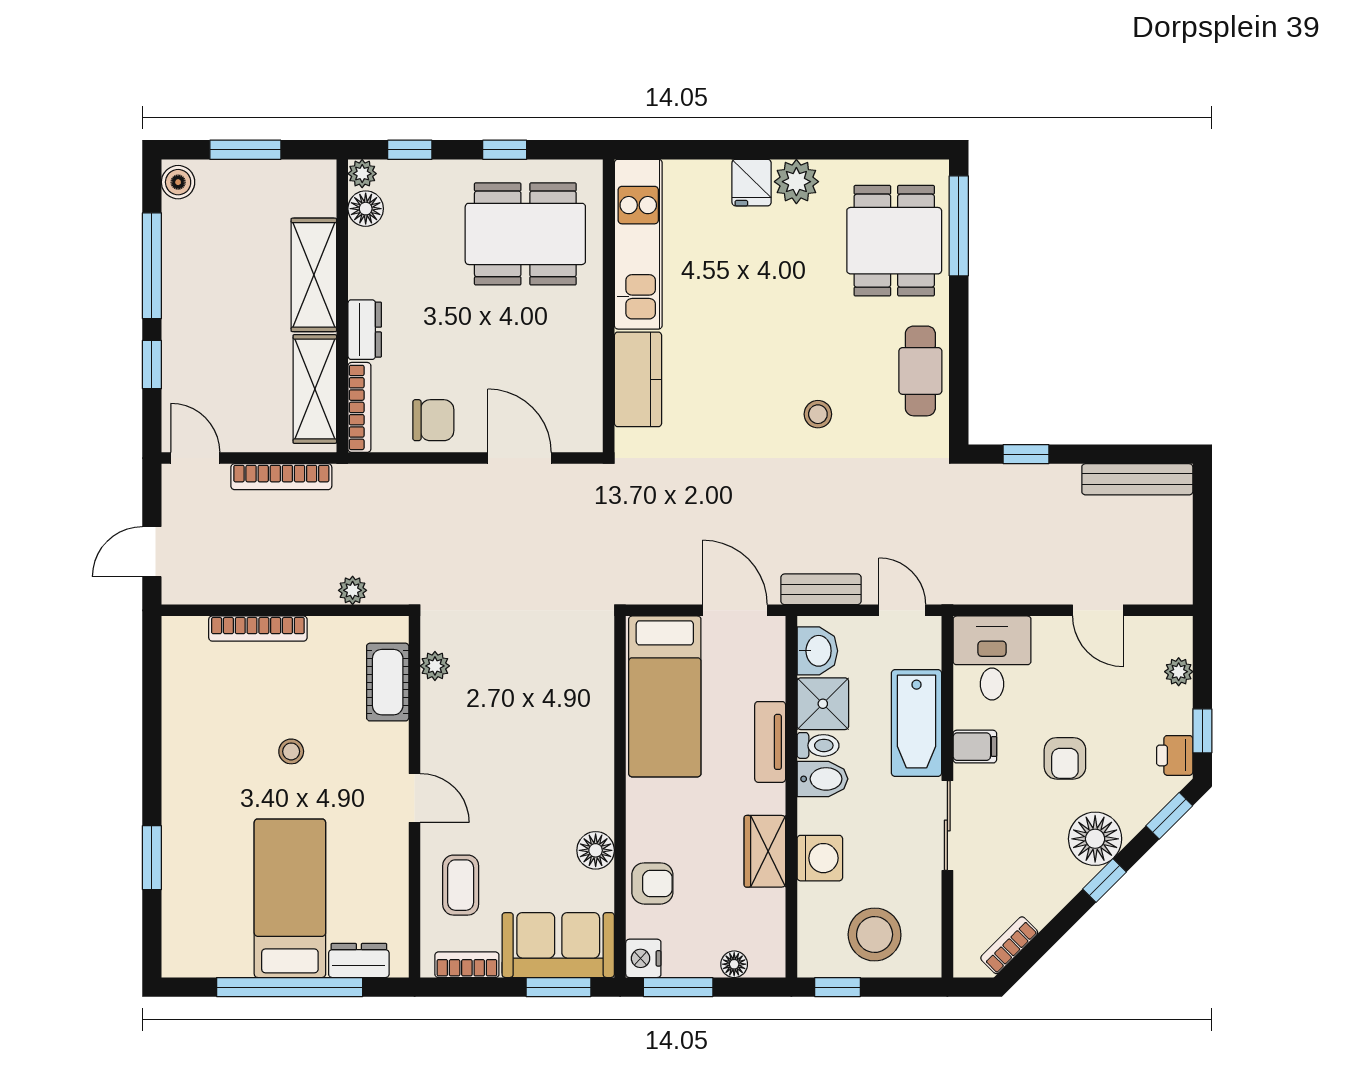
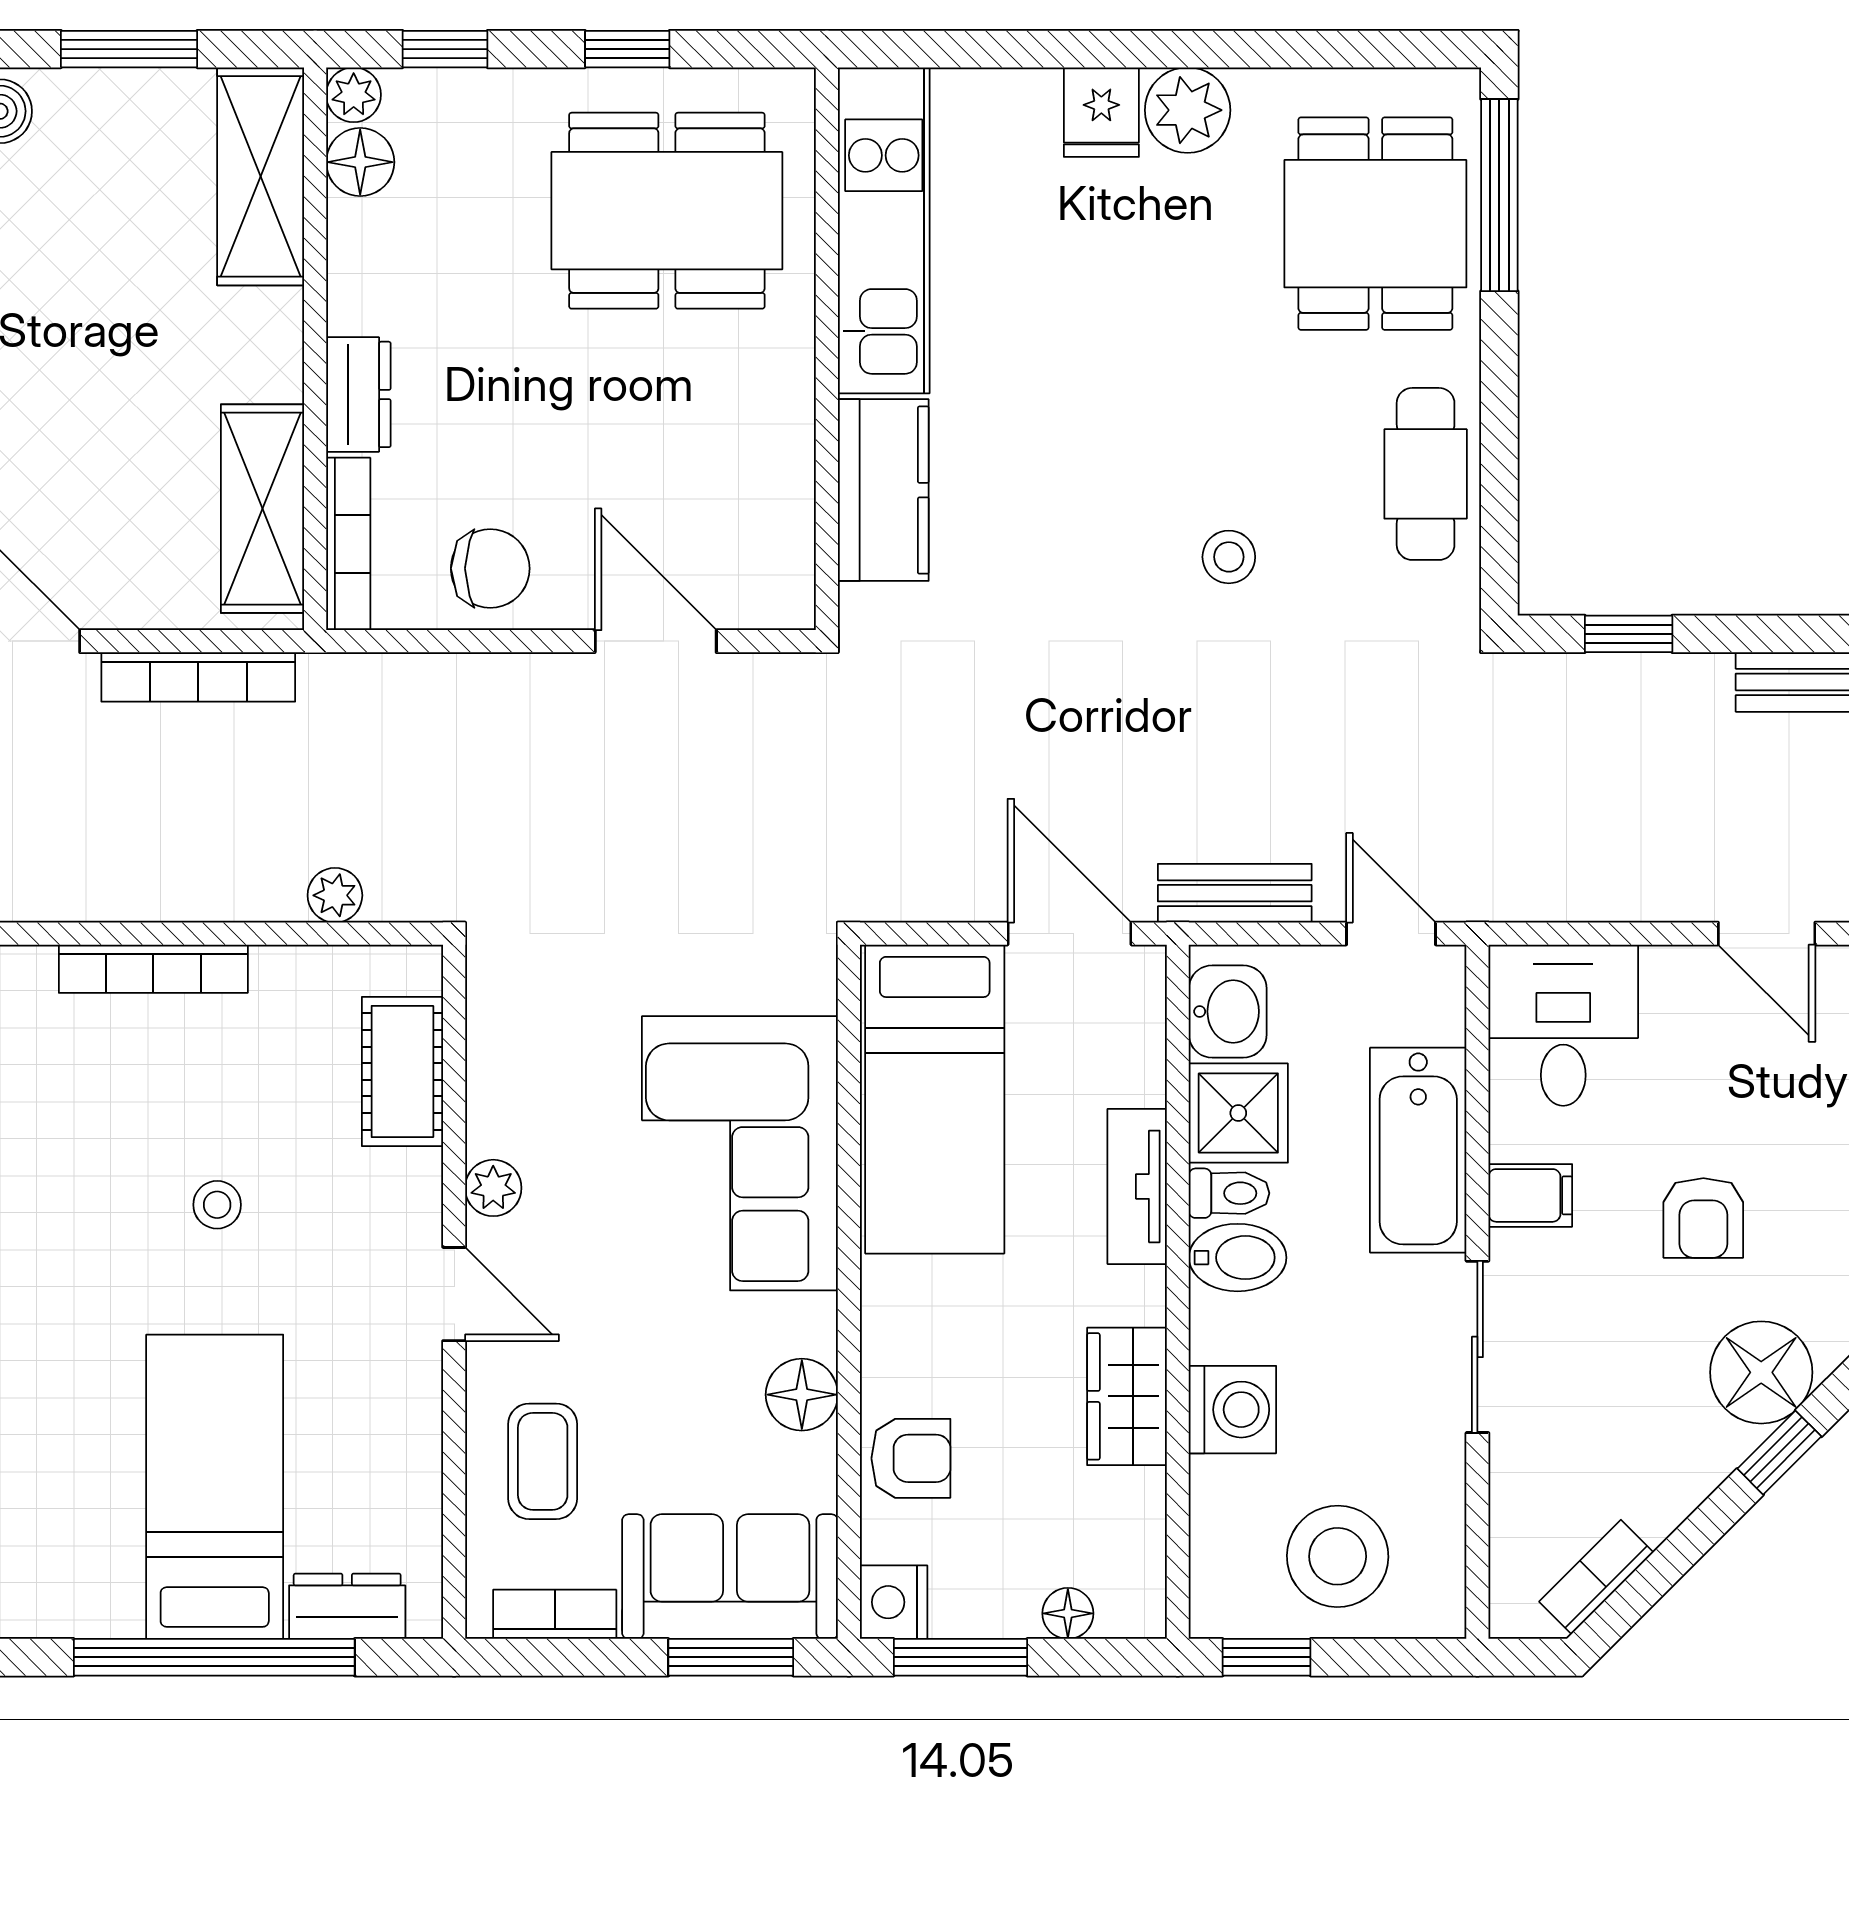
shelving: (314, 275) -> (261, 176), moved
plant: (435, 666) -> (493, 1188), moved
corner sofa: (563, 725) -> (740, 1153), added

